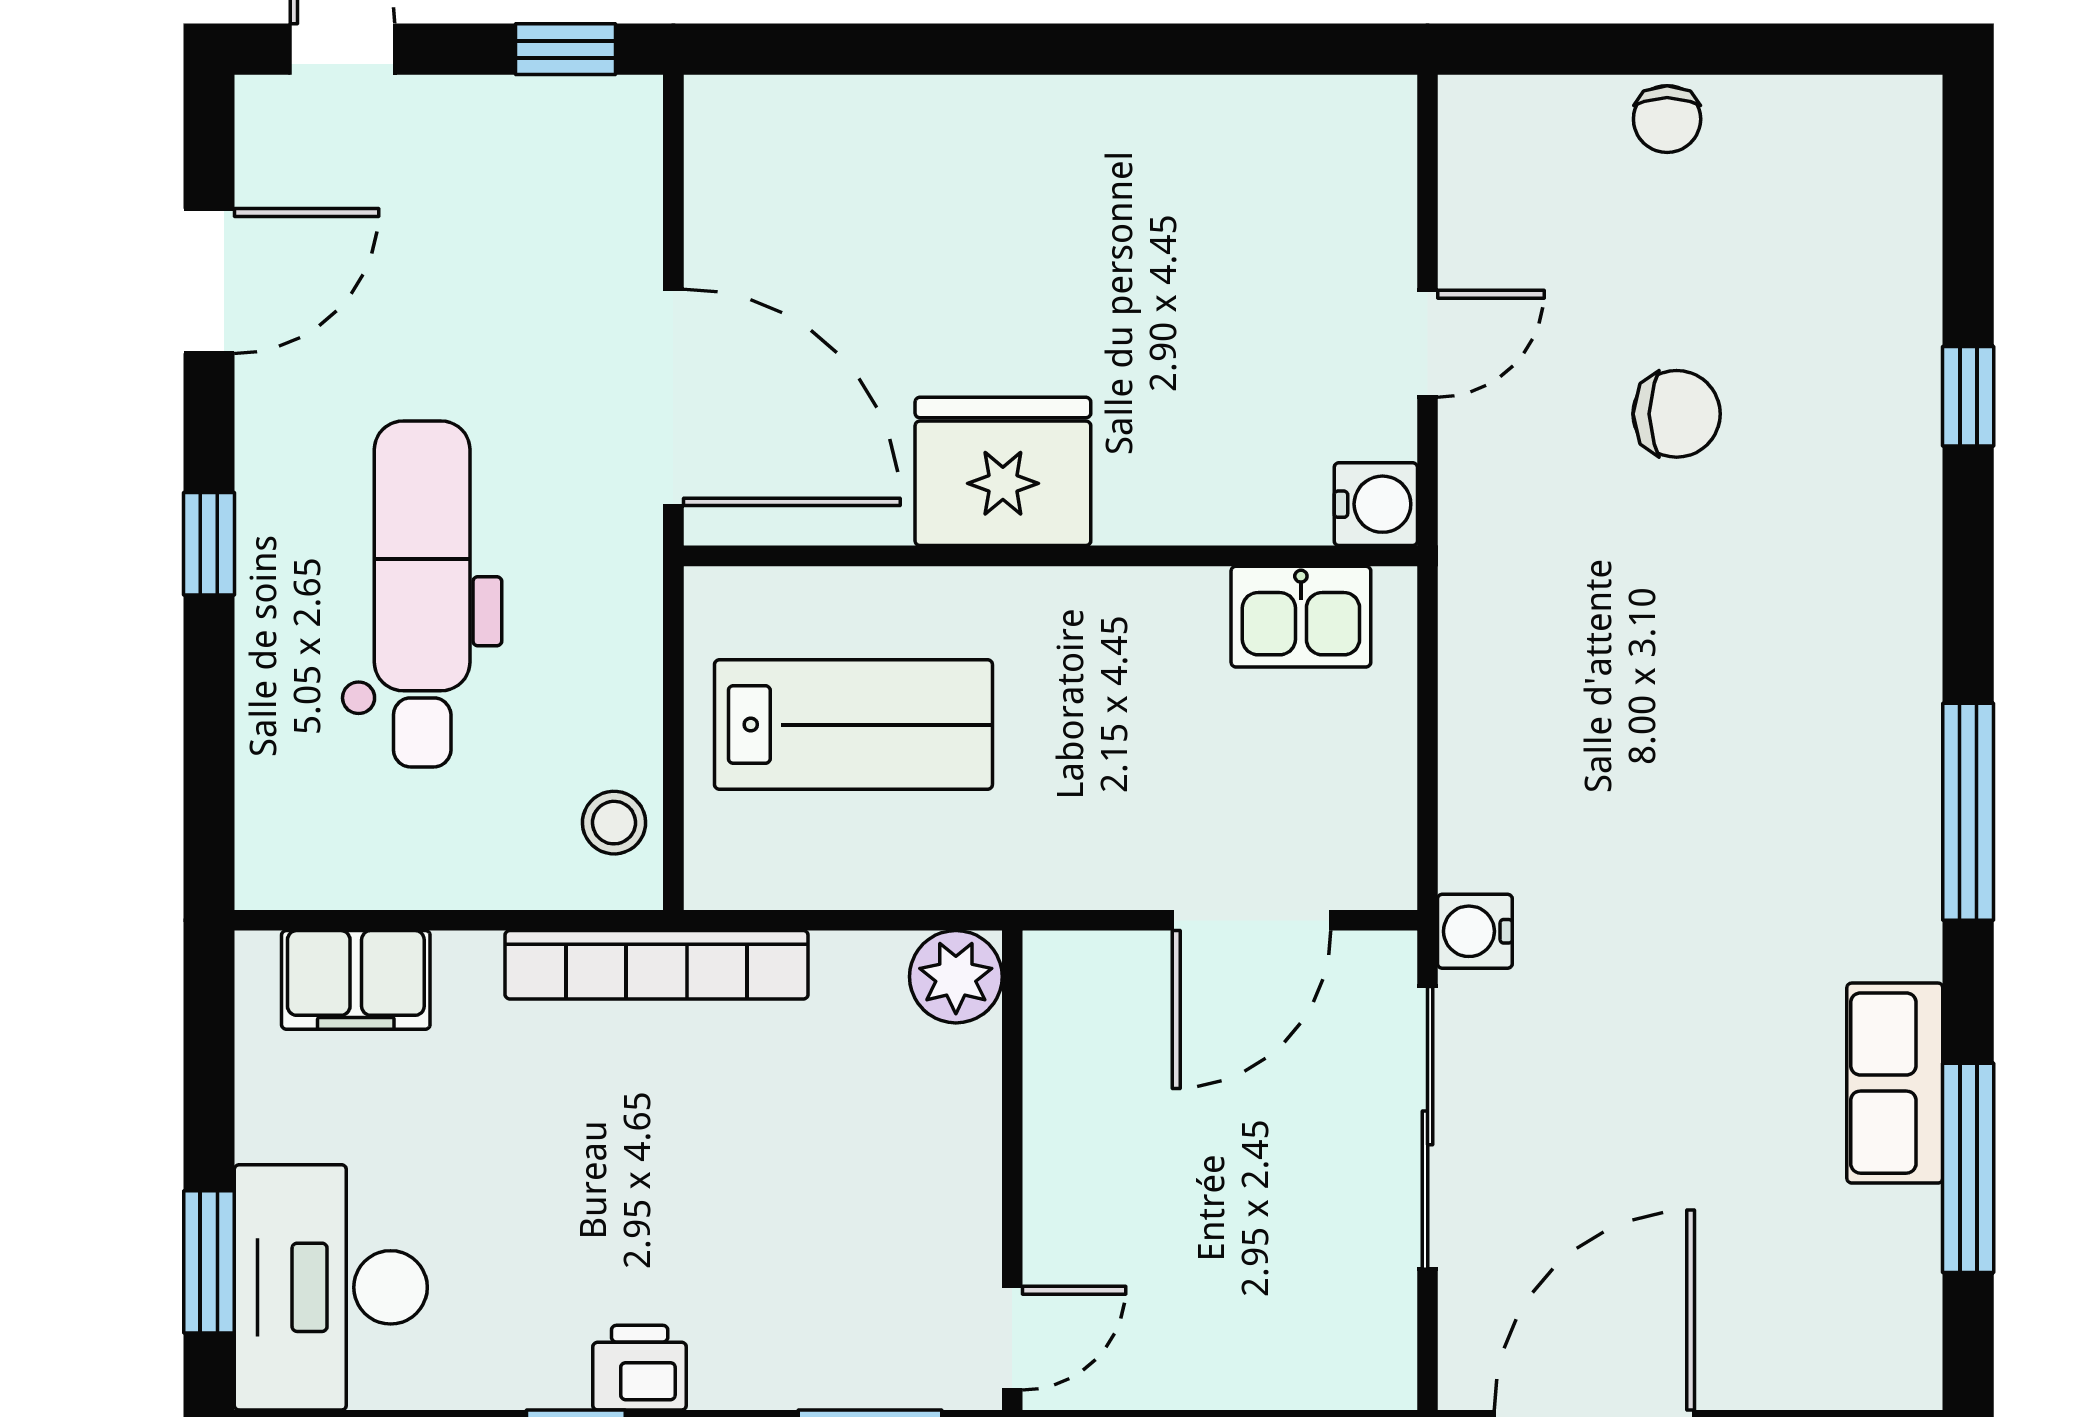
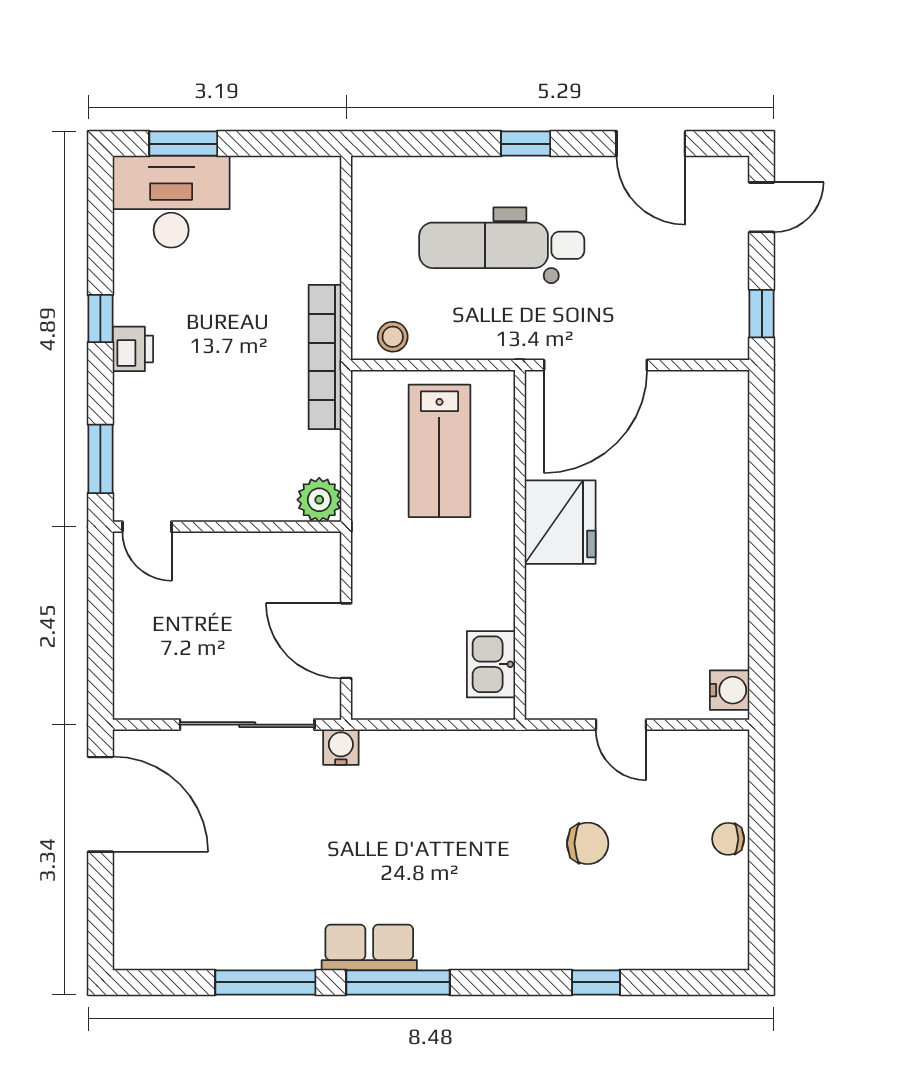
chair: (1677, 414) -> (588, 843), turned -90
water cooler: (1376, 504) -> (730, 690), moved, turned -90
dental chair: (422, 594) -> (502, 245), turned 180
filing cabinet: (356, 980) -> (318, 214), removed
row of seats: (1895, 1083) -> (369, 947), moved
window: (1968, 1168) -> (265, 982), moved

